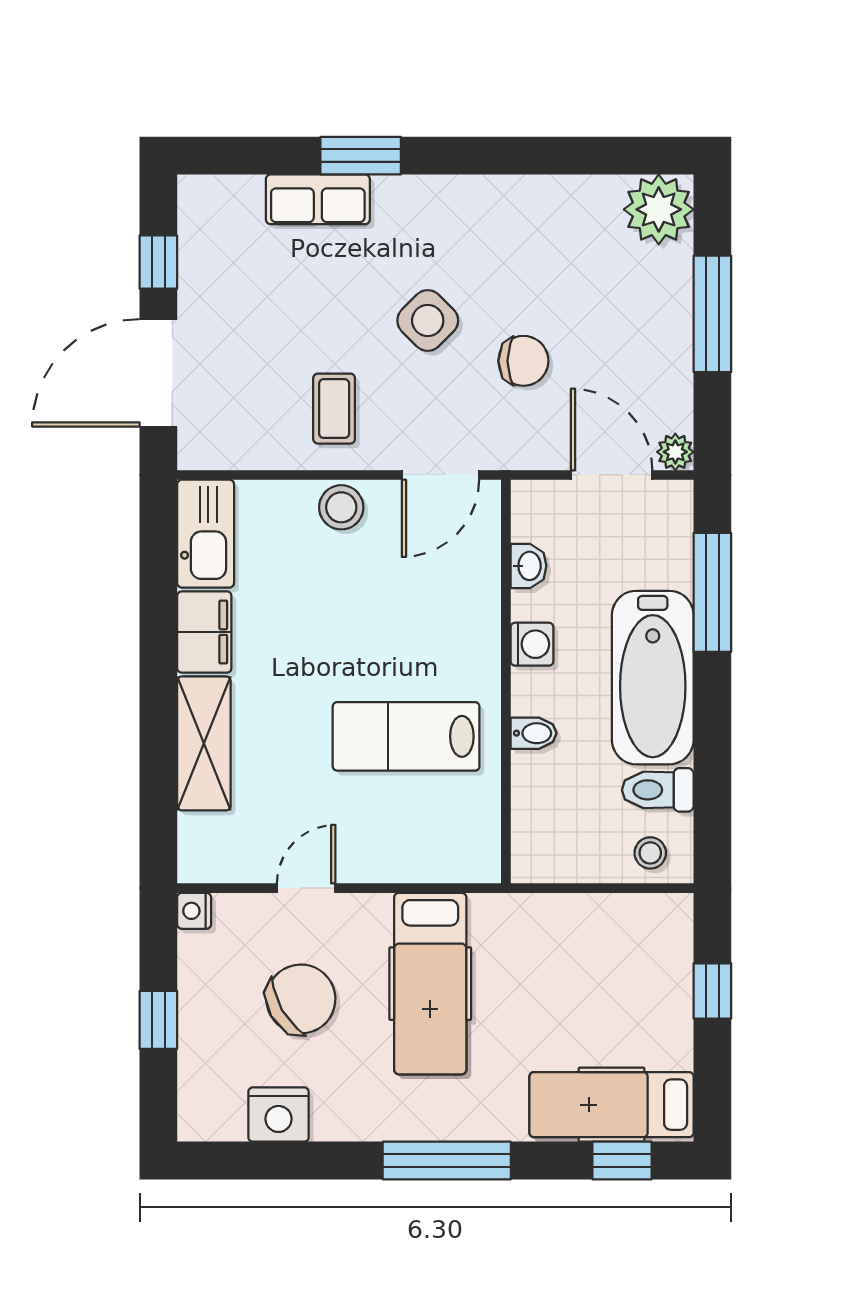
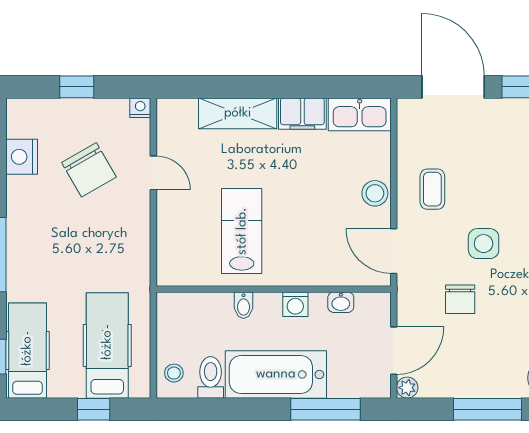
side table: (428, 321) -> (484, 244), turned 45
coffee table: (334, 409) -> (432, 189), turned 90
hospital bed: (430, 984) -> (107, 345), moved, turned 90

